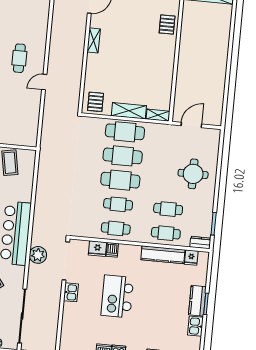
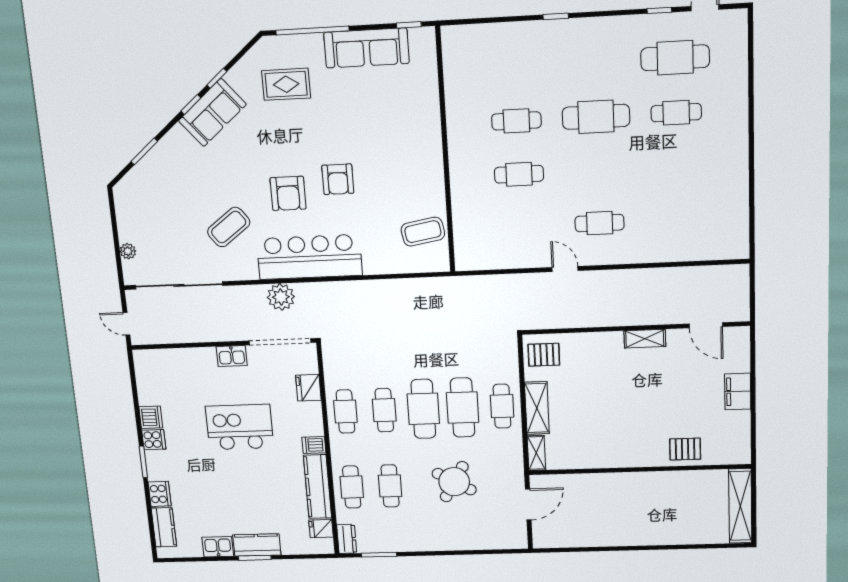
door: (191, 125) -> (528, 504), hinge flipped
cafe table: (125, 132) -> (502, 406), width x0.73, depth x0.74
round table: (193, 174) -> (454, 482), moved, turned 30
dishwasher: (112, 250) -> (314, 445), moved

